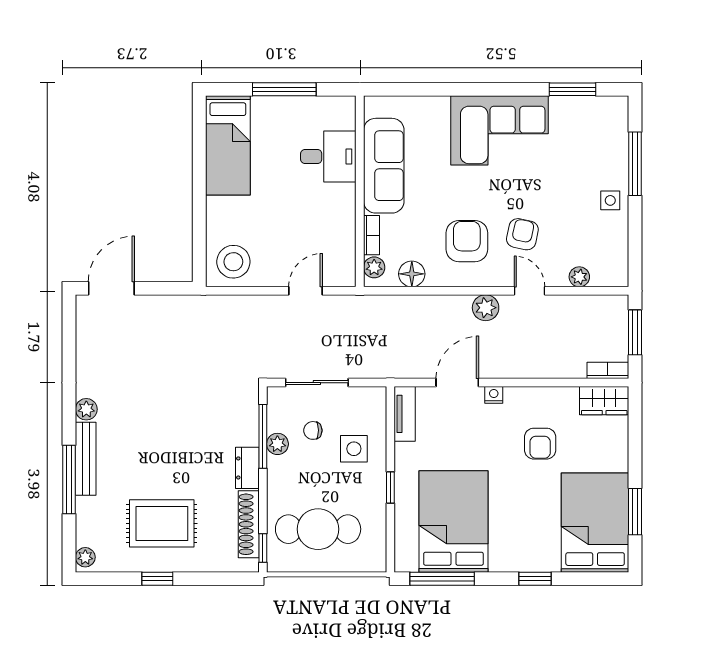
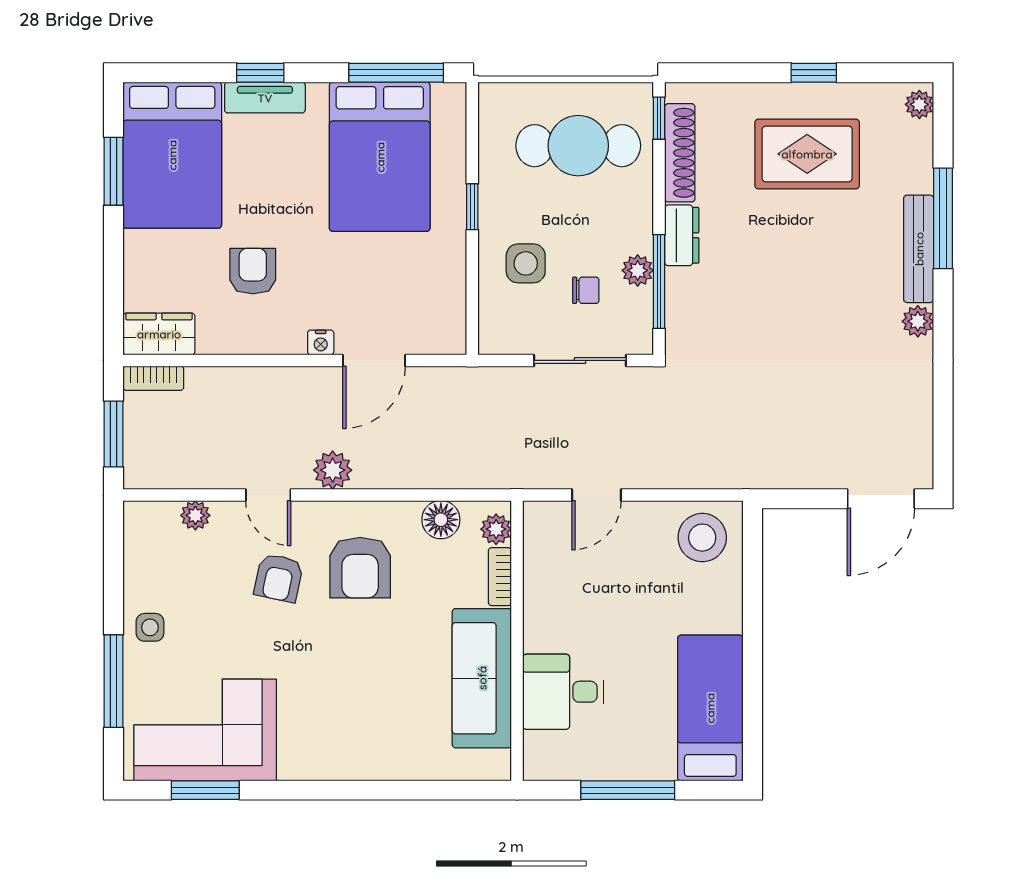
corner sofa: (499, 130) -> (205, 730), moved
tv unit: (405, 414) -> (265, 98), moved, turned -90

